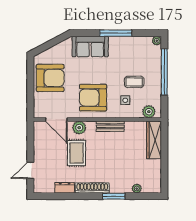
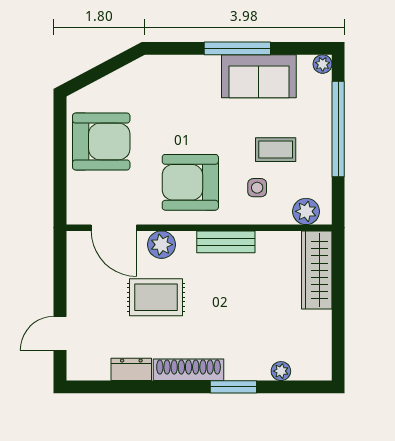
sofa: (90, 47) -> (259, 76), moved
rug: (77, 153) -> (156, 297), turned 90

